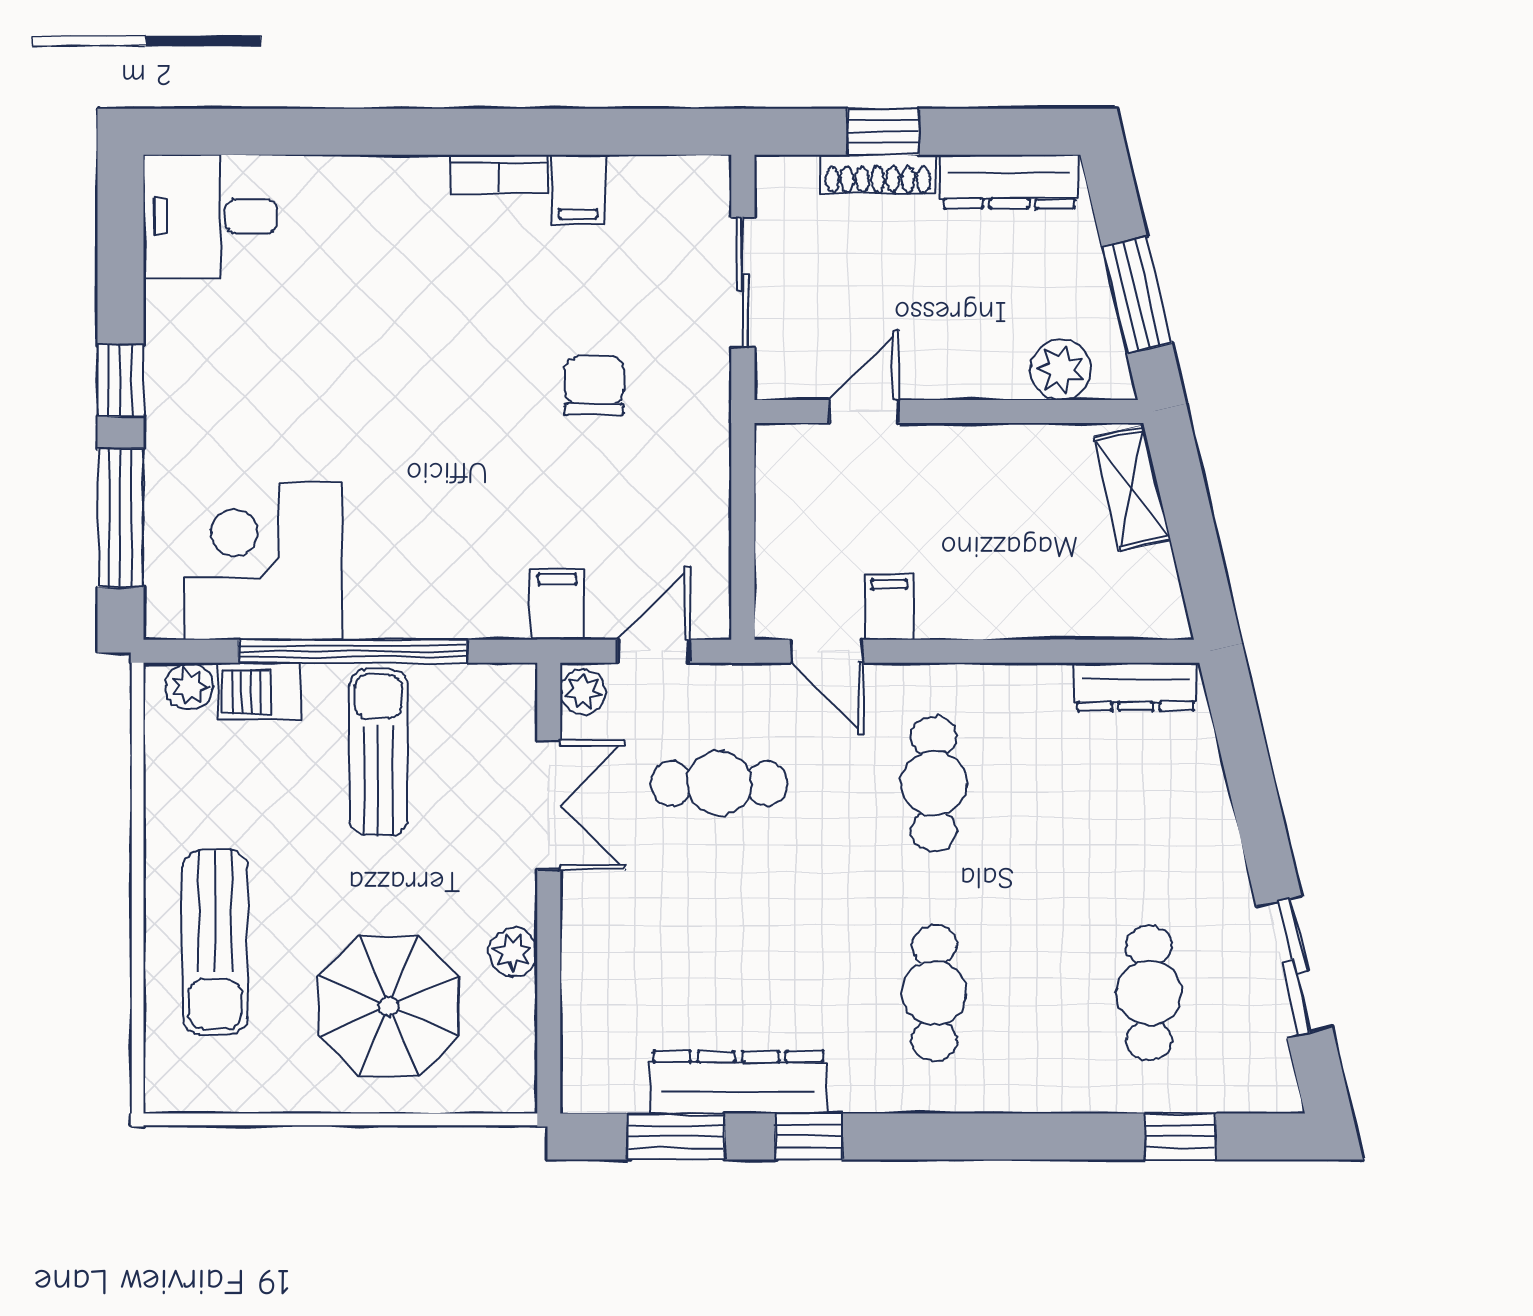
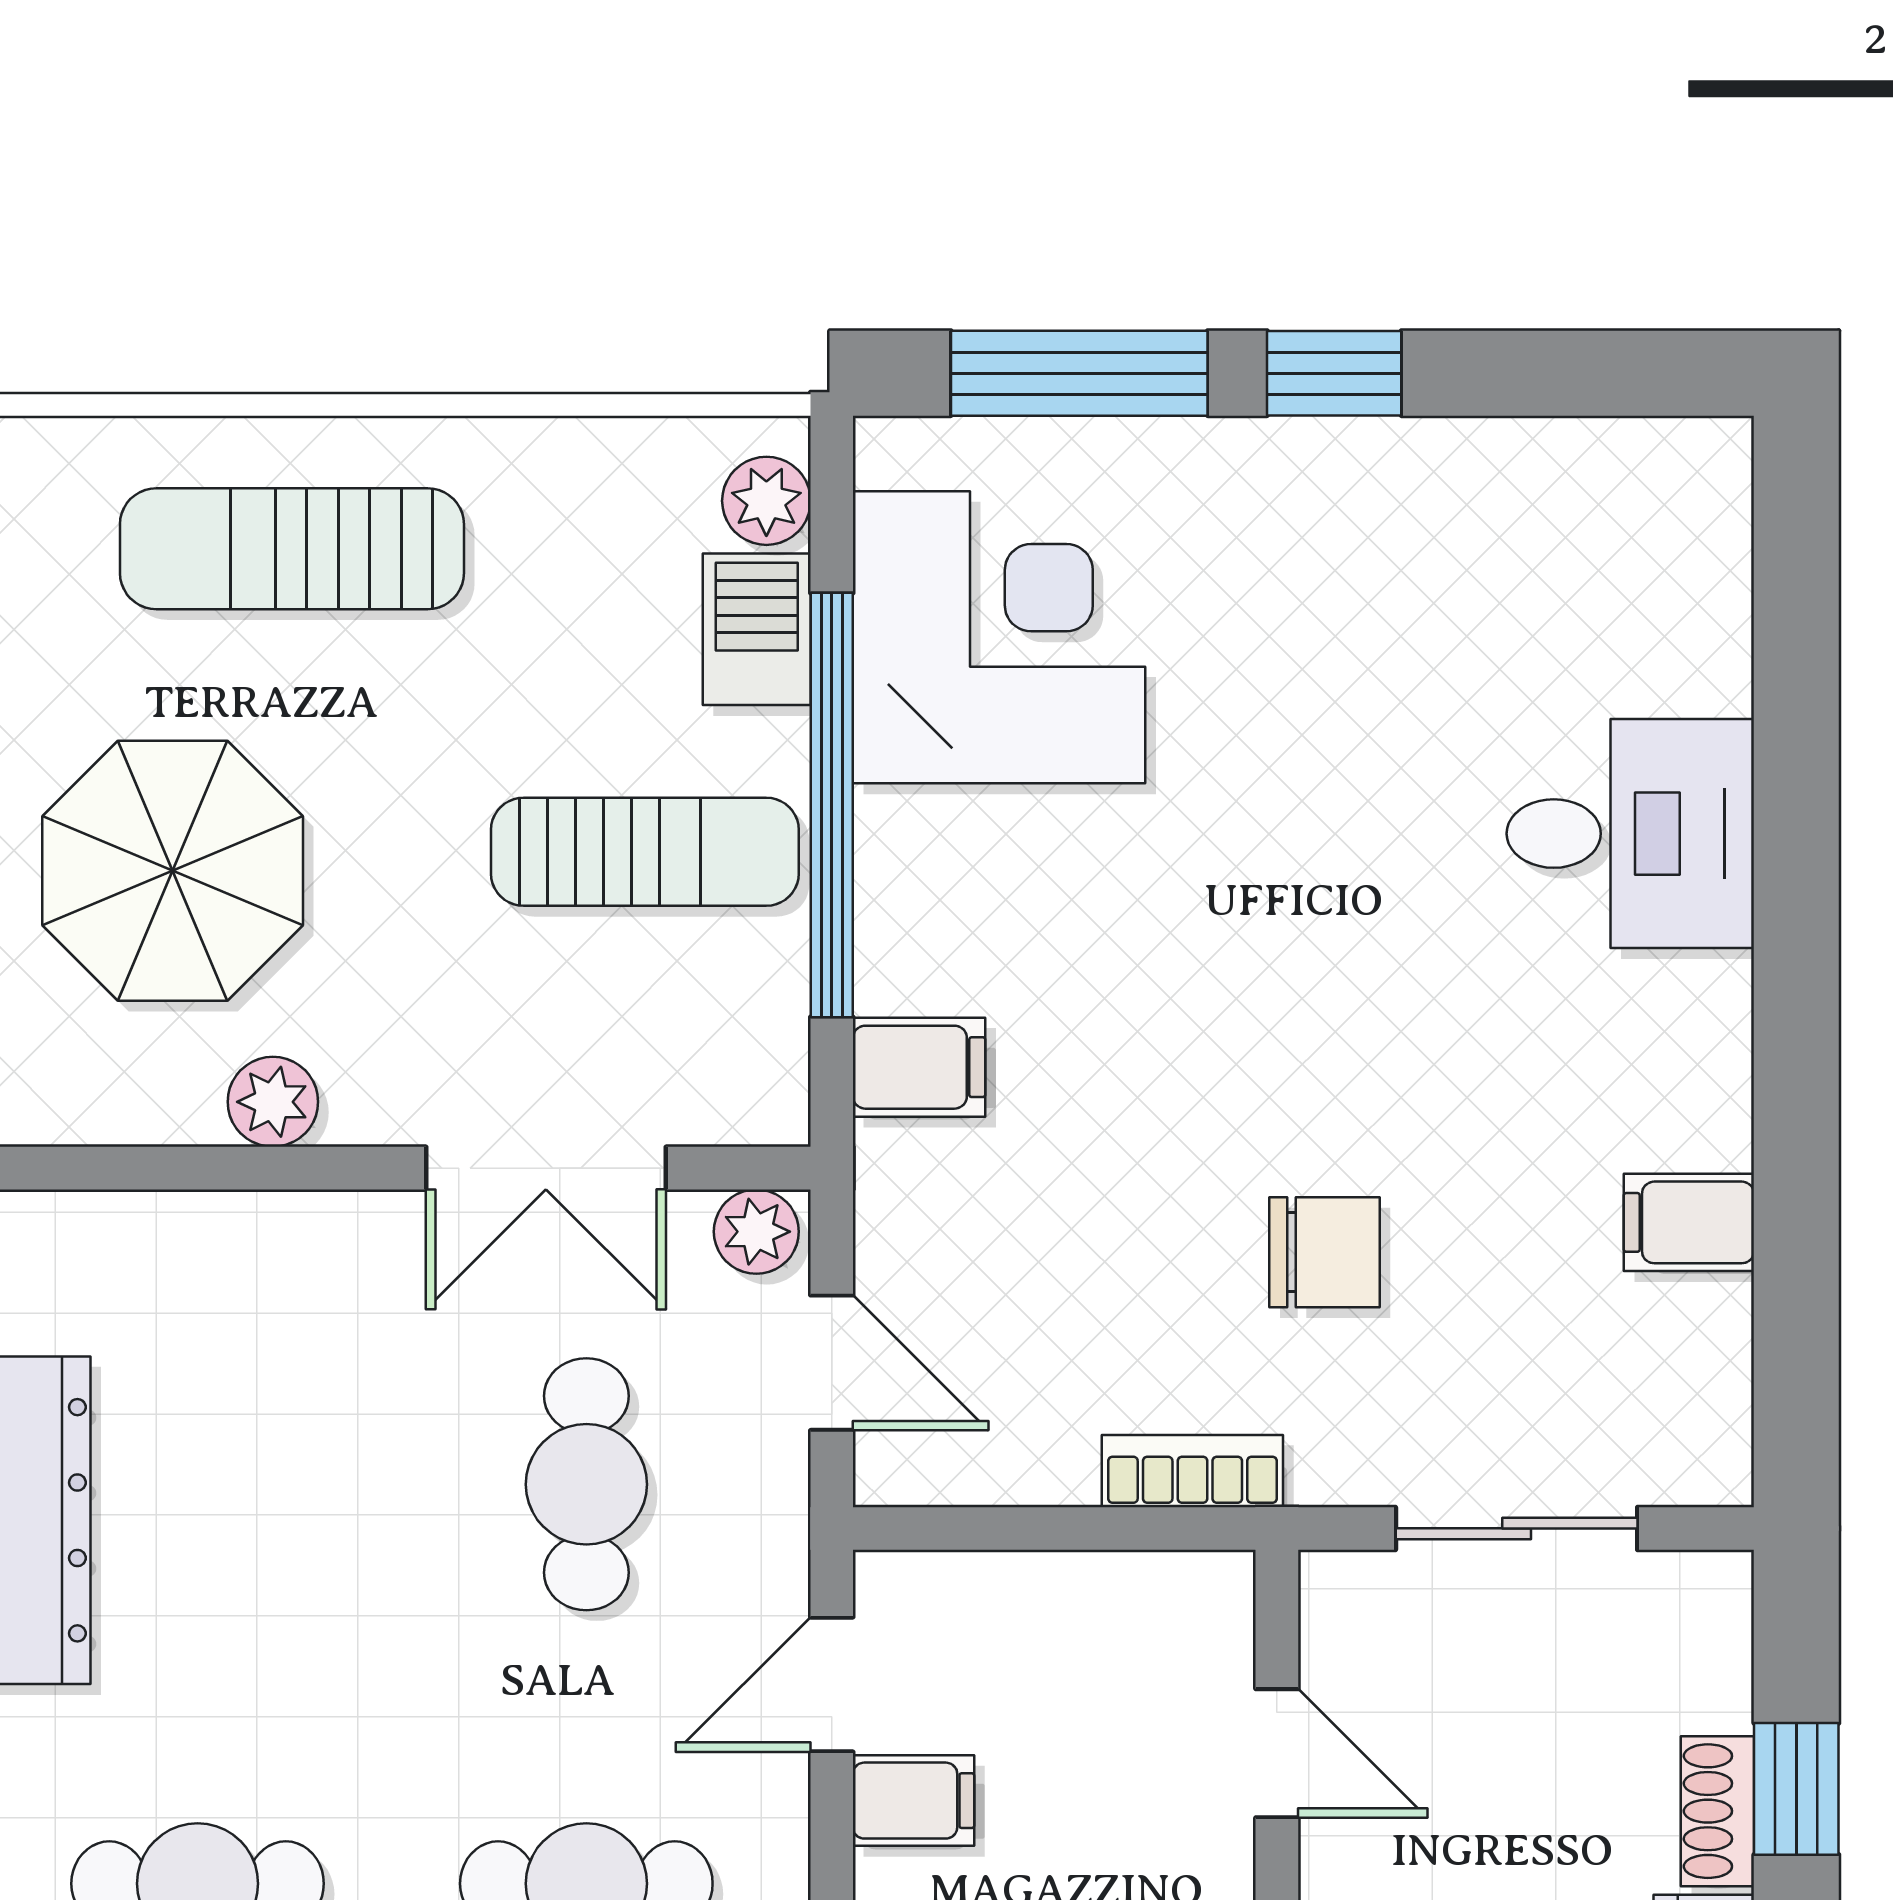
bookcase: (498, 174) -> (1192, 1471), moved, turned 90
shoe rack: (878, 174) -> (1717, 1811), width x0.70
desk: (210, 216) -> (1630, 834), moved, turned 90
filing cabinet: (557, 604) -> (919, 1067), moved

